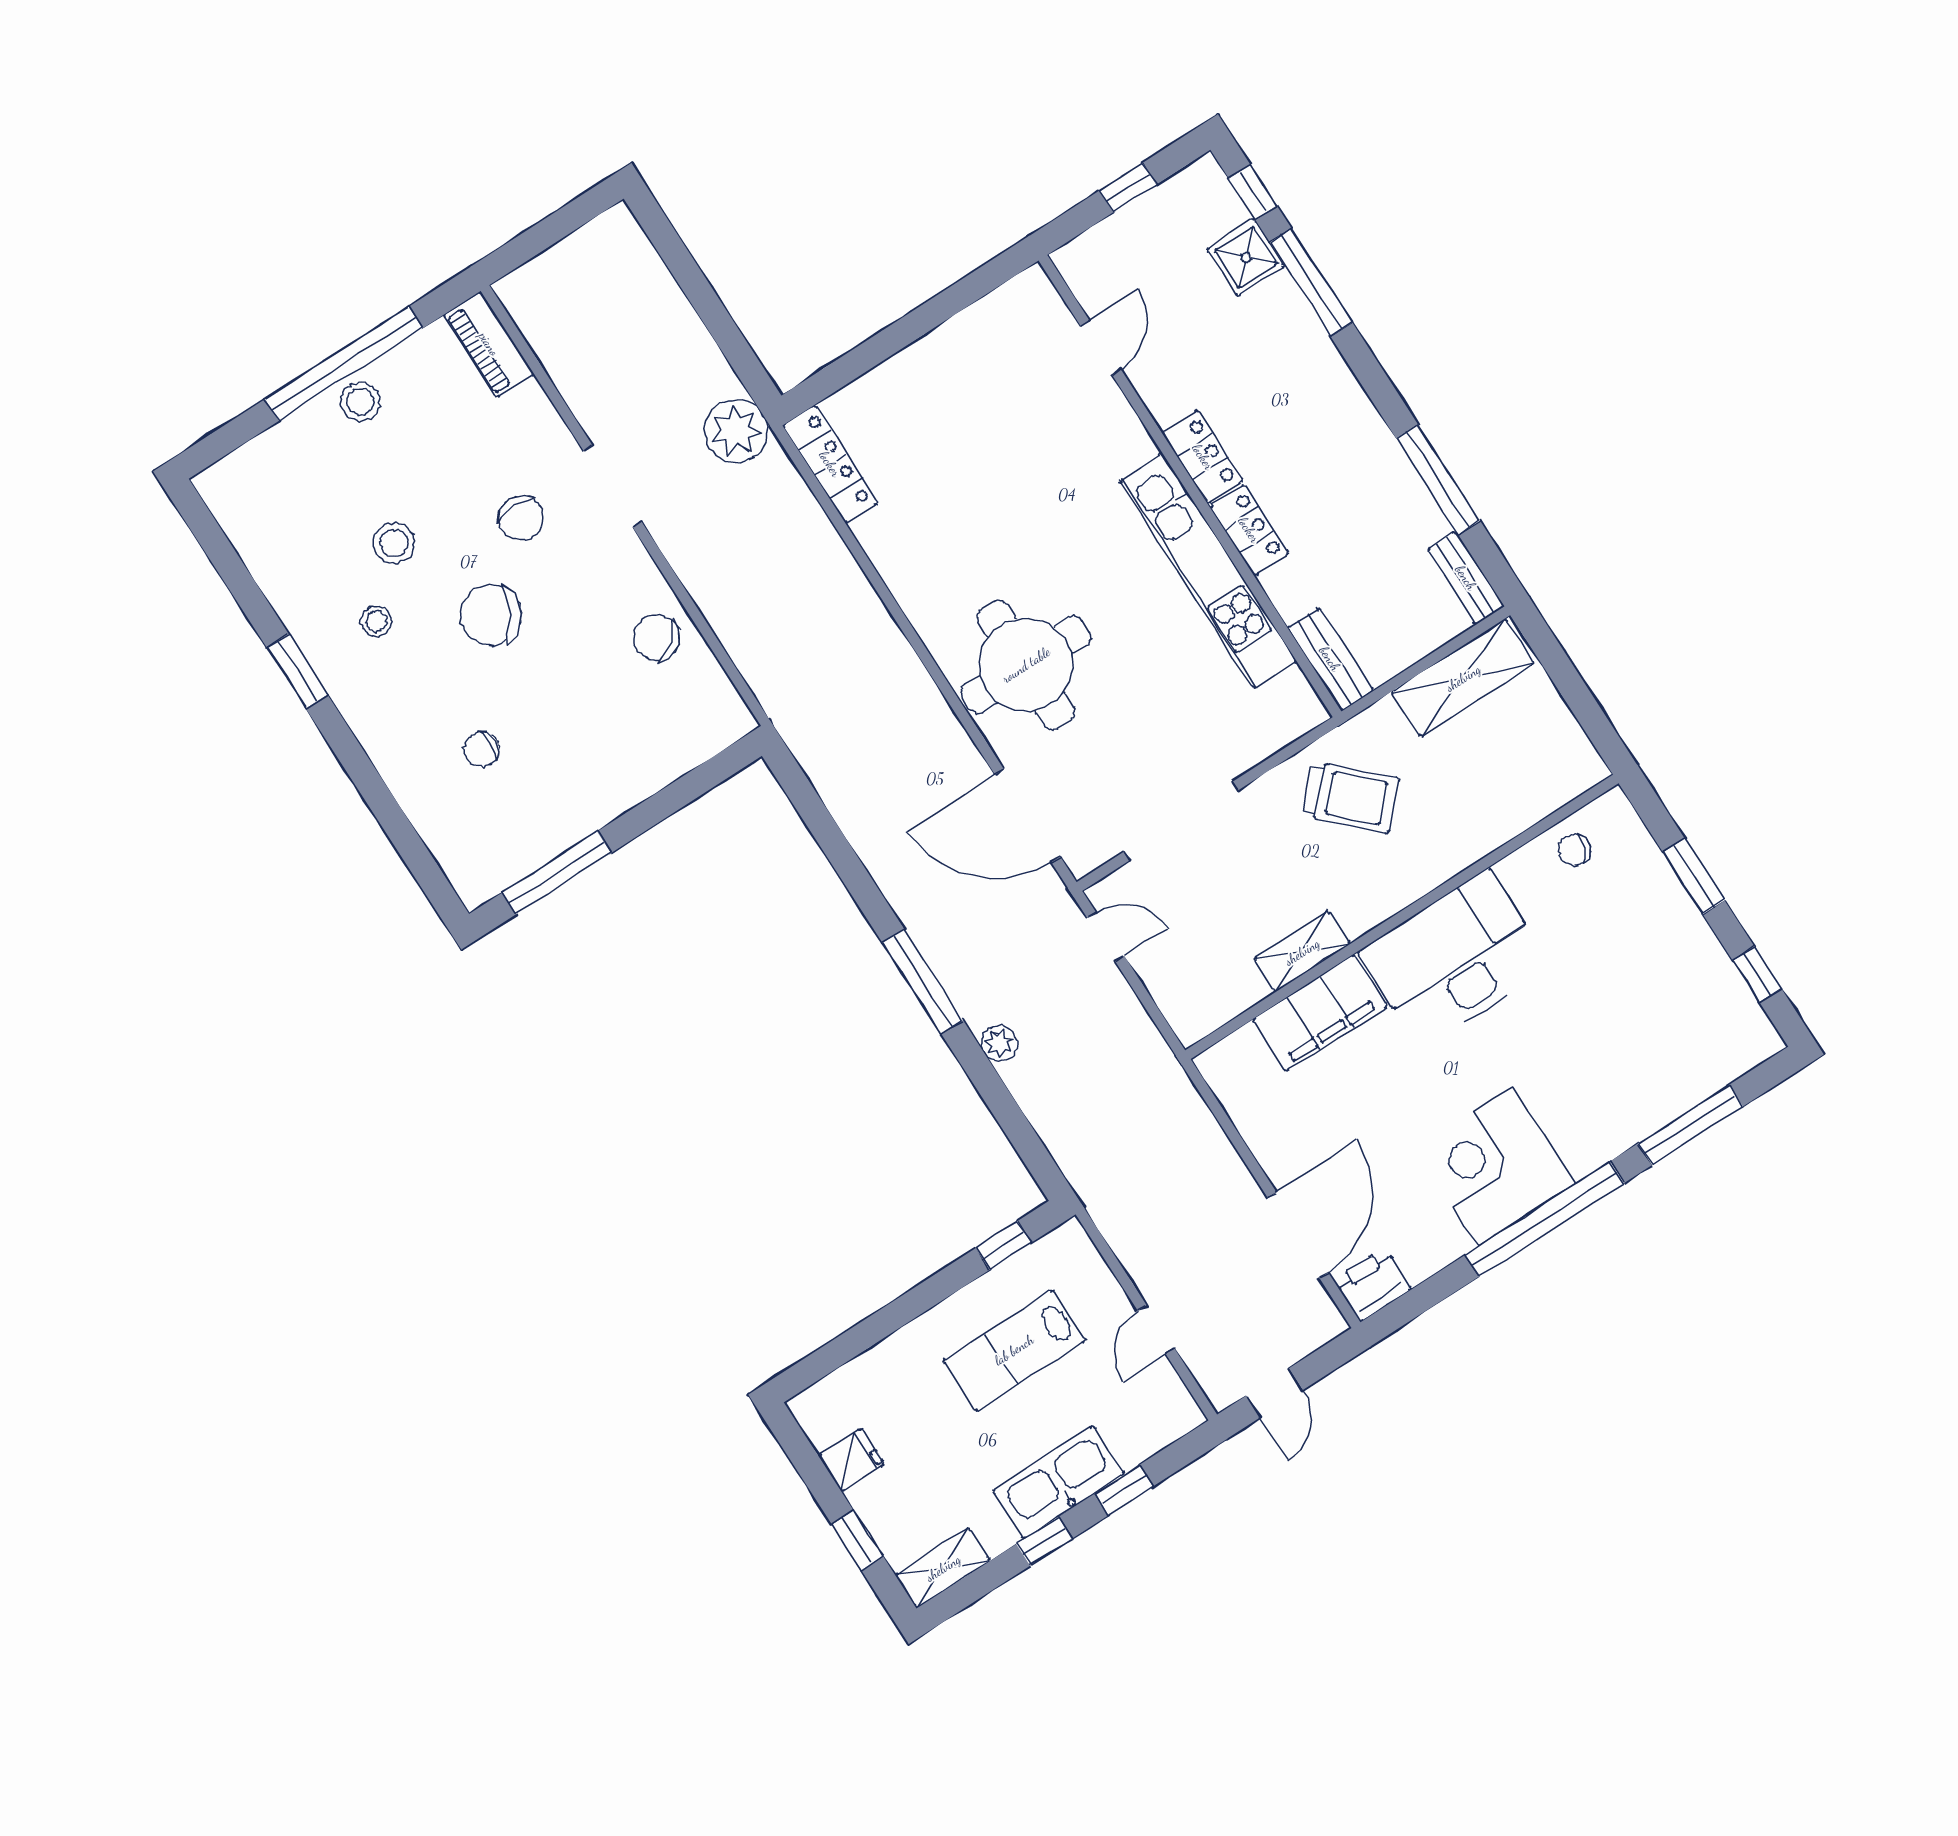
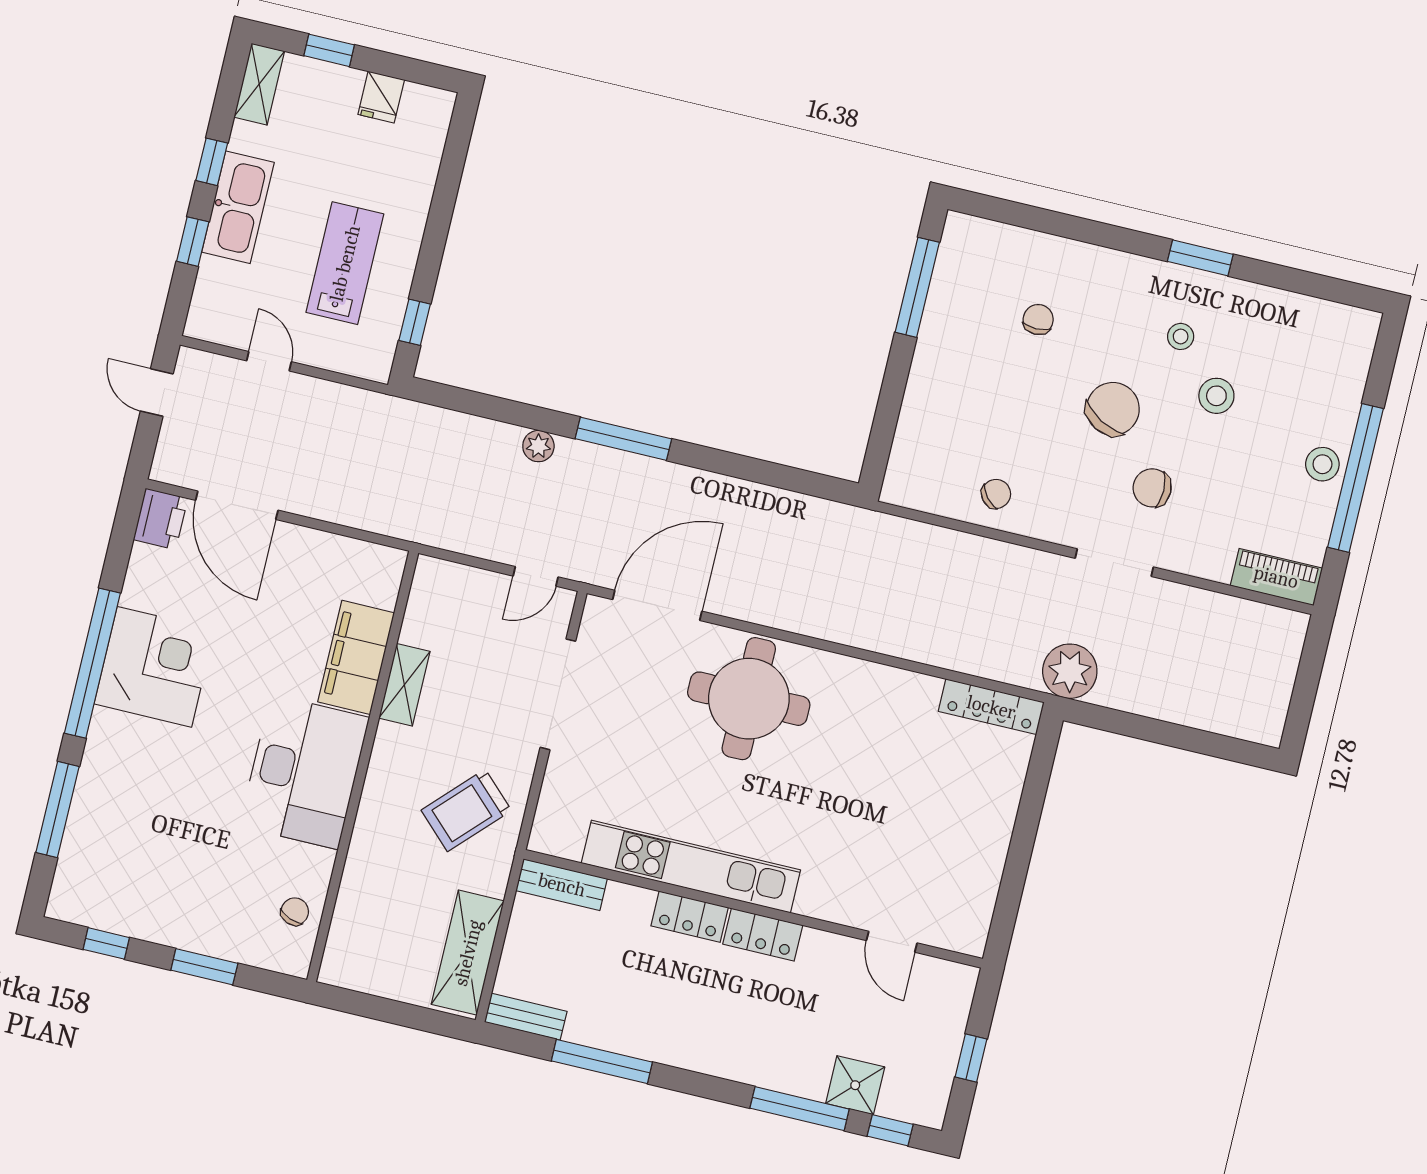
chair: (656, 638) -> (996, 494), width x0.73, depth x0.73

